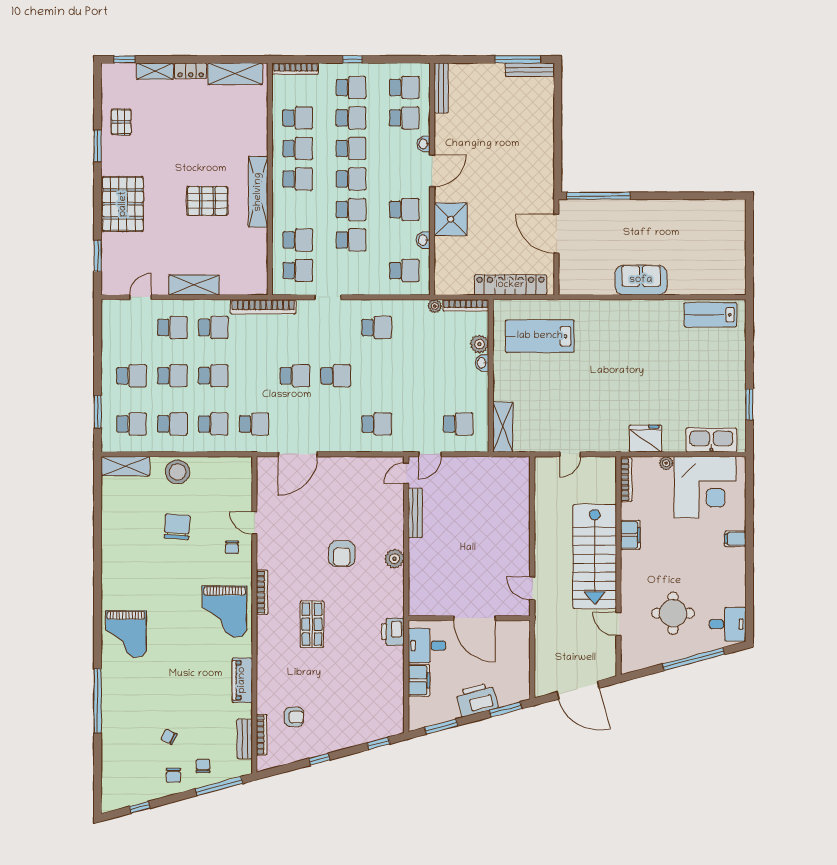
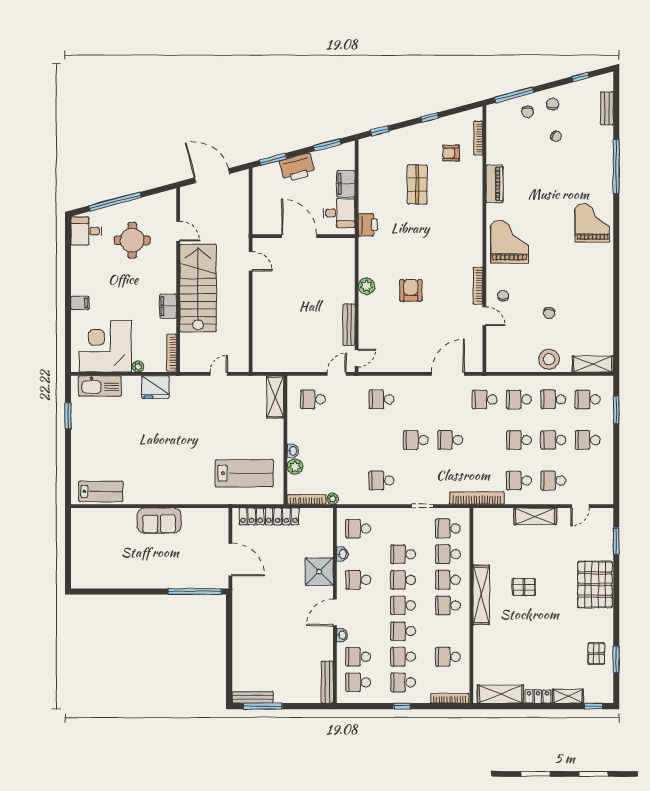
window: (98, 146) -> (616, 659), moved
school desk: (298, 148) -> (448, 580), moved
pallet: (207, 201) -> (524, 587), width x0.67, depth x0.71
chair: (177, 527) -> (549, 313), width x0.54, depth x0.54
bookcase: (262, 592) -> (478, 286), moved
shop shelf: (312, 624) -> (417, 185), moved
bench: (245, 739) -> (607, 108), moved

